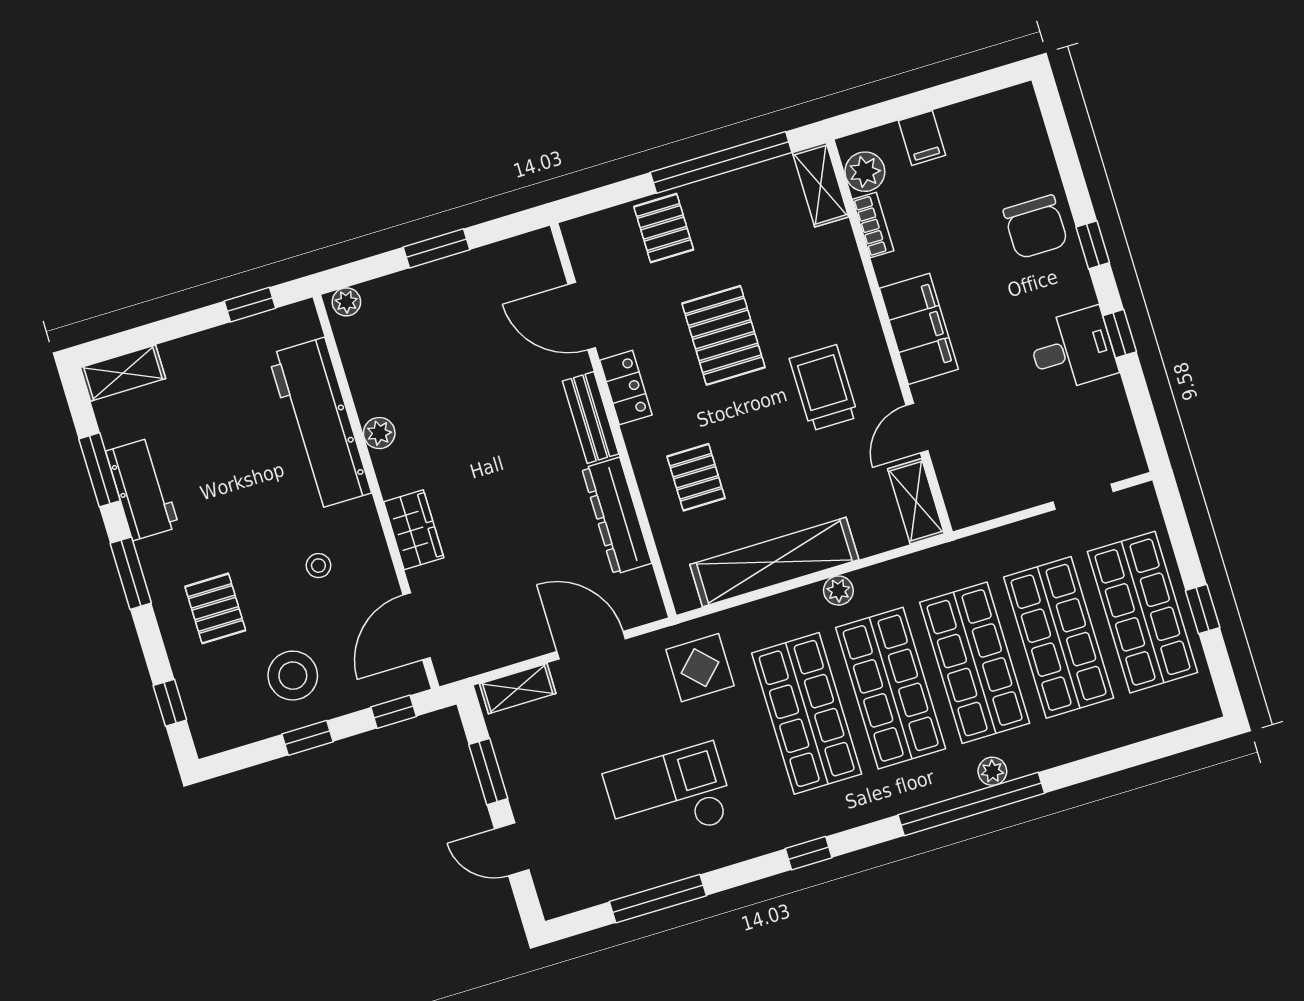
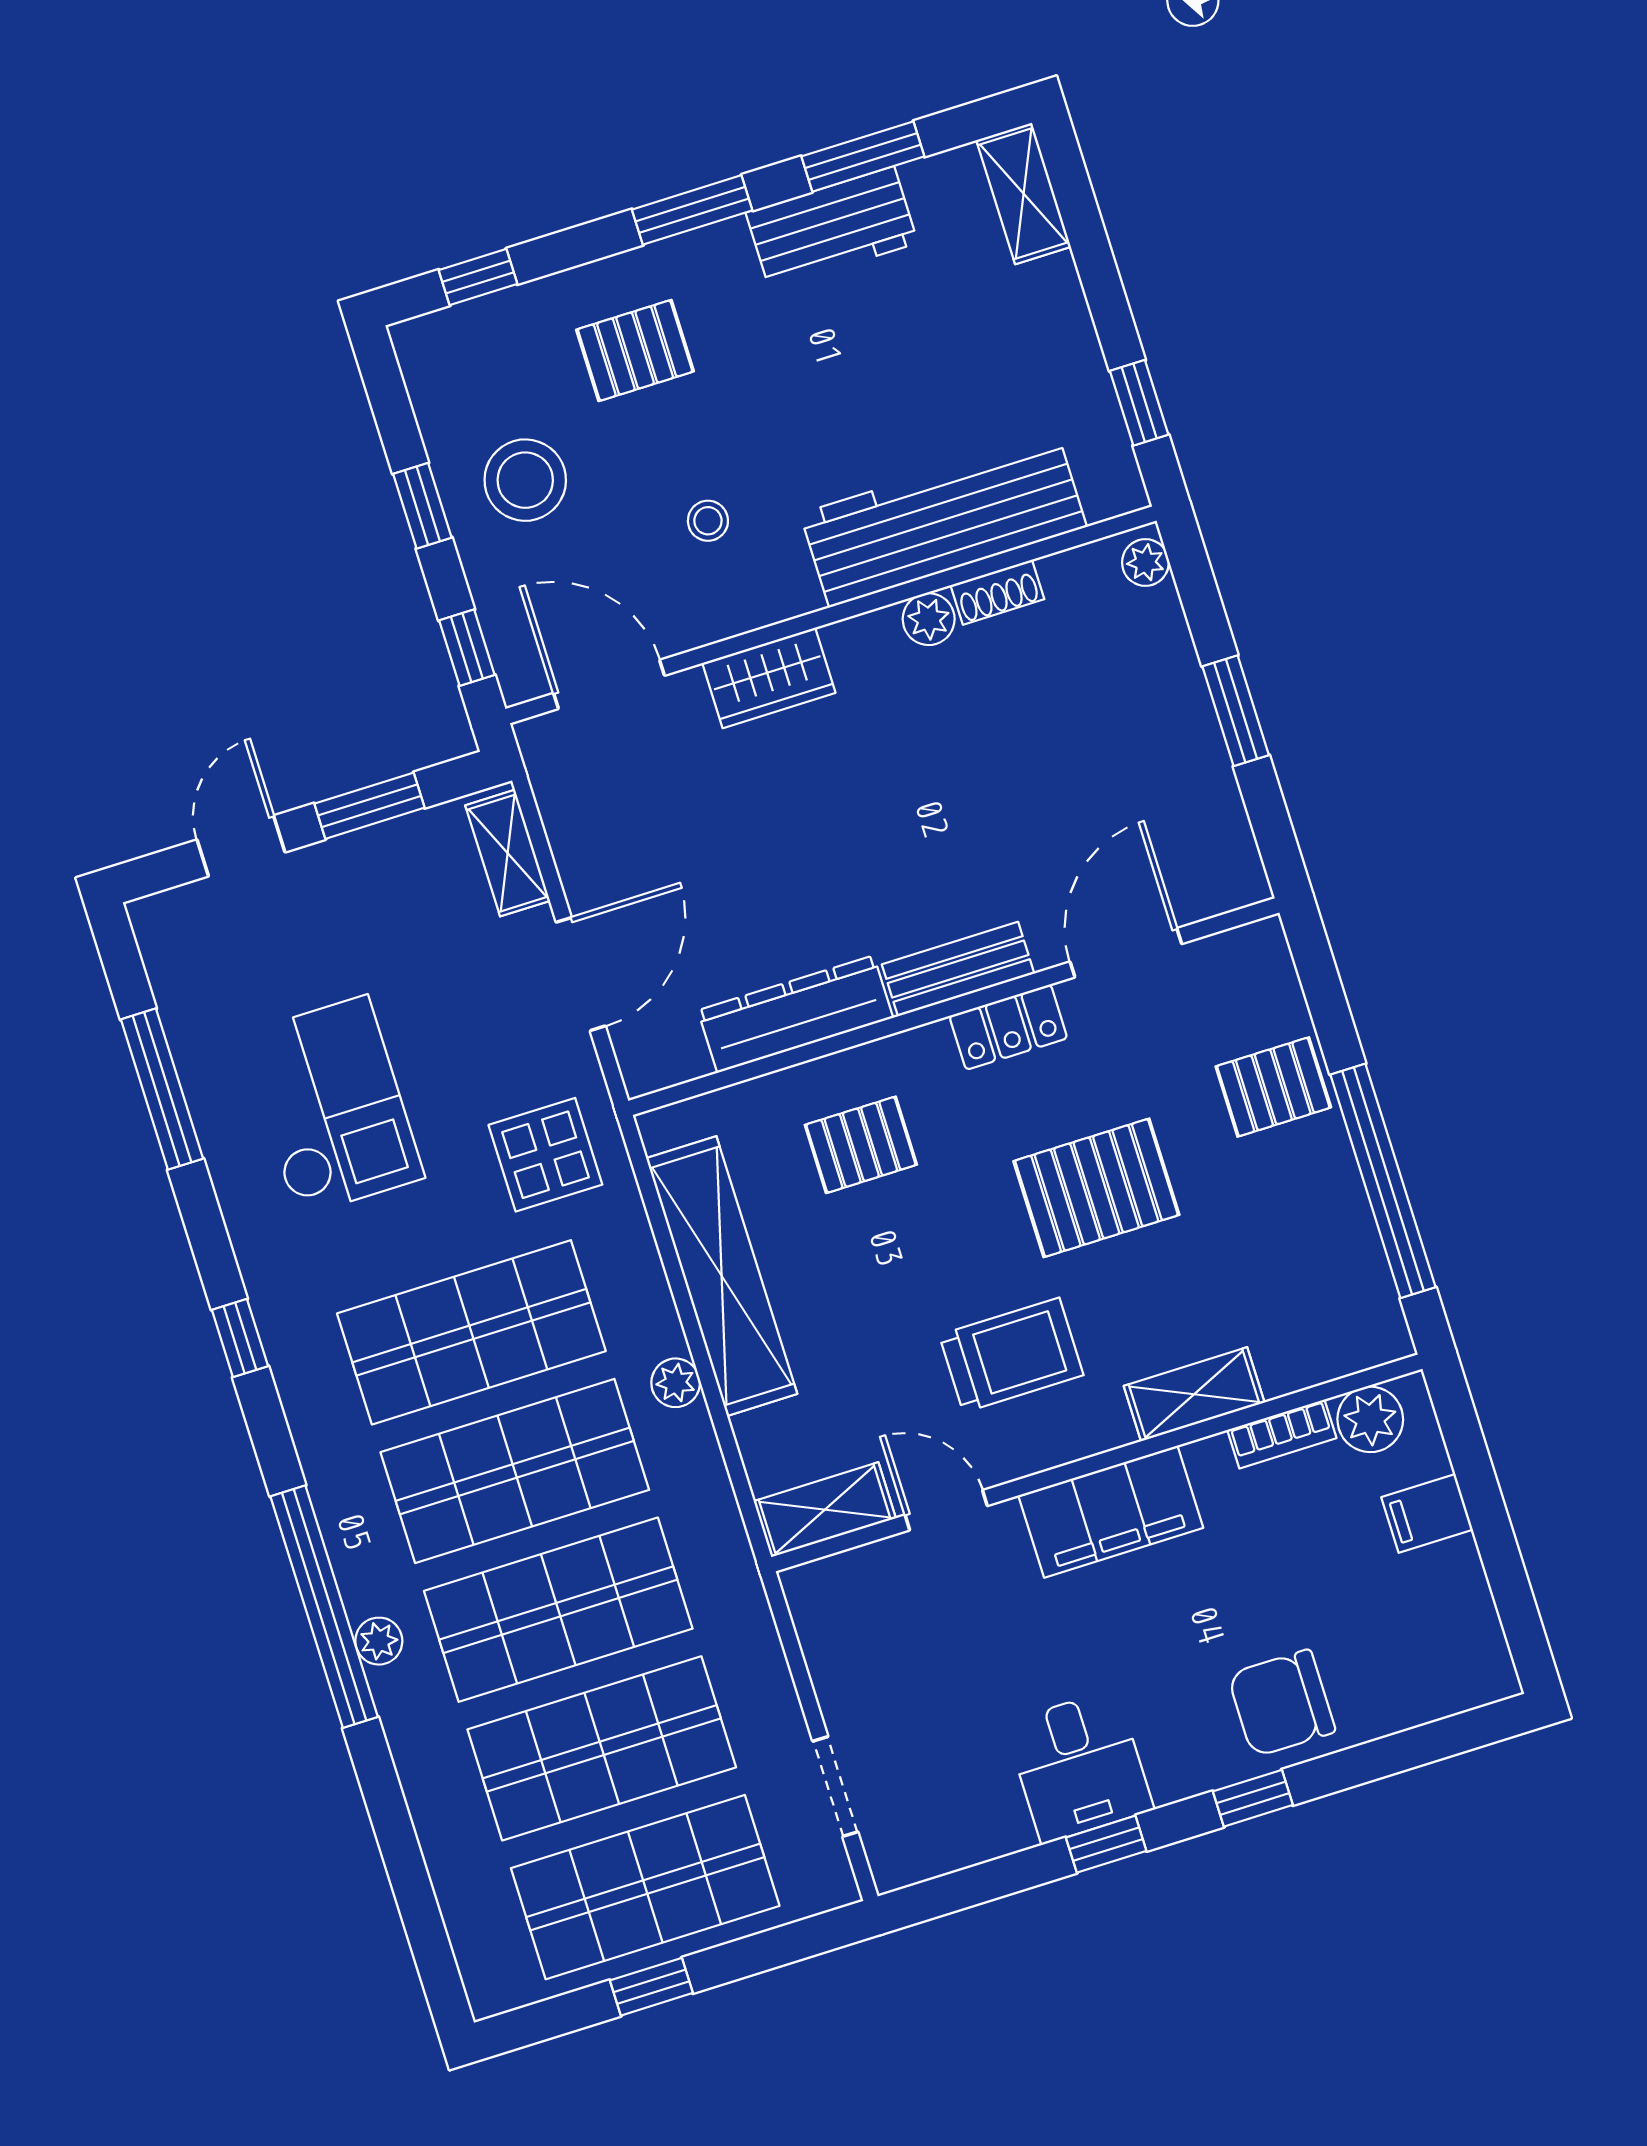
shelving: (821, 185) -> (1194, 1394), moved
shoe rack: (363, 391) -> (997, 592), added

